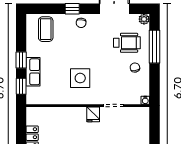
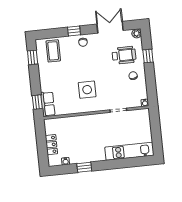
window: (154, 47) -> (148, 56), width x0.46
window: (21, 60) -> (33, 57), moved
row of seats: (33, 72) -> (48, 104), moved
fridge: (93, 114) -> (101, 120), removed

